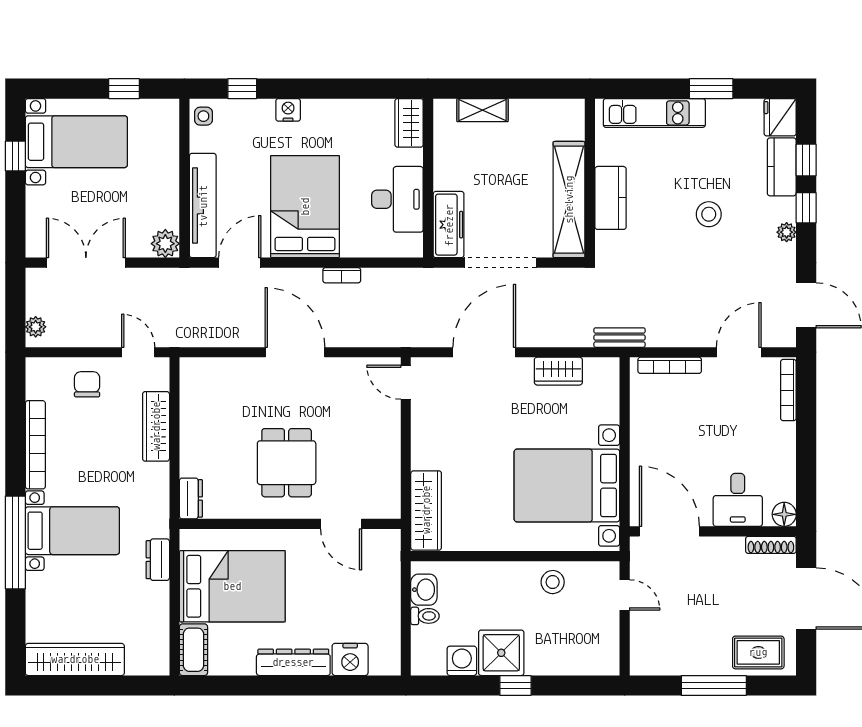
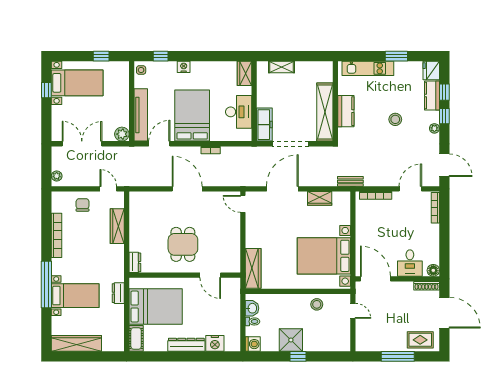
bed with nightstands: (72, 531) -> (75, 296), moved
washing machine: (462, 661) -> (253, 344), moved, turned 90

